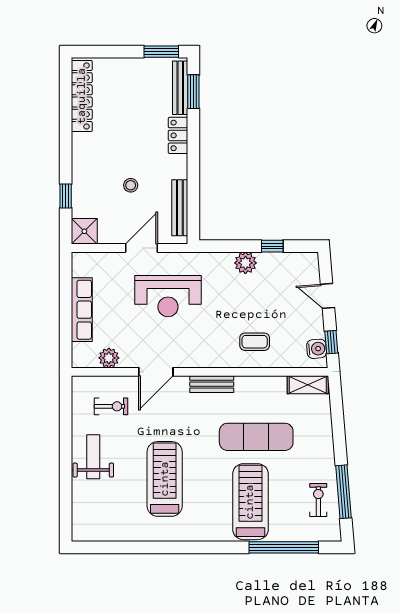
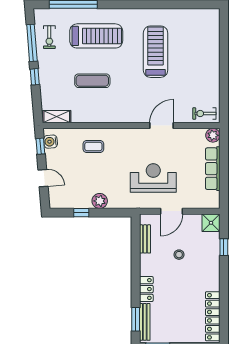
bench: (180, 208) -> (145, 239), width x0.73
plant: (109, 358) -> (213, 135), moved
bench: (212, 384) -> (123, 117), removed
exercise bike: (111, 406) -> (204, 113), moved
exercise mat: (256, 437) -> (92, 81), width x0.73, depth x0.69
window: (339, 443) -> (35, 77), added
weight bench: (93, 457) -> (205, 67), removed
treadmill: (165, 479) -> (156, 52), turned 180
treadmill: (250, 502) -> (96, 36), turned -90

